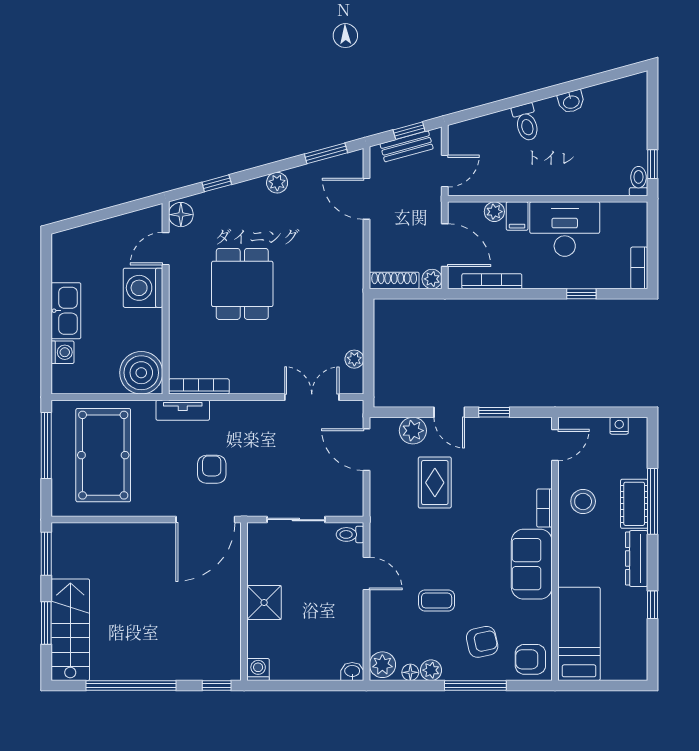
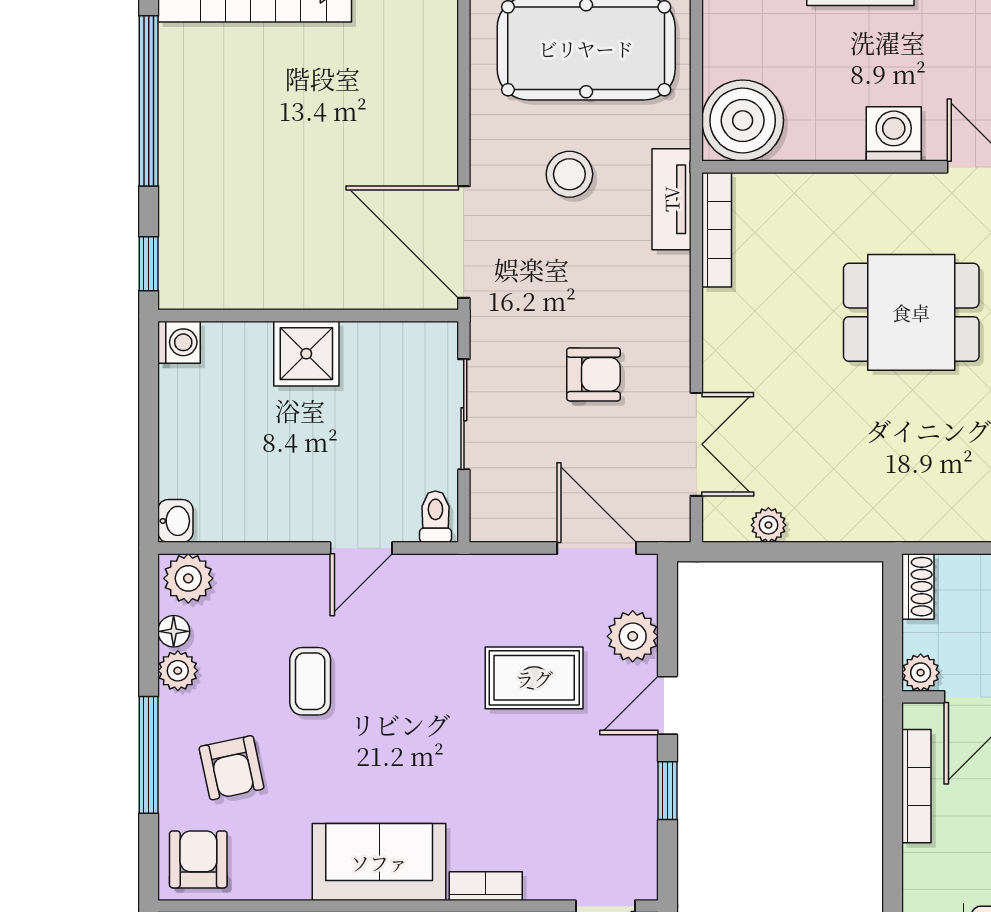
shoe rack: (394, 280) -> (918, 587), width x0.70
washing machine: (143, 288) -> (894, 134), width x0.73, depth x0.73
door: (366, 450) -> (597, 548), hinge flipped
stool: (170, 464) -> (569, 174), added
armchair: (212, 469) -> (593, 374), moved

